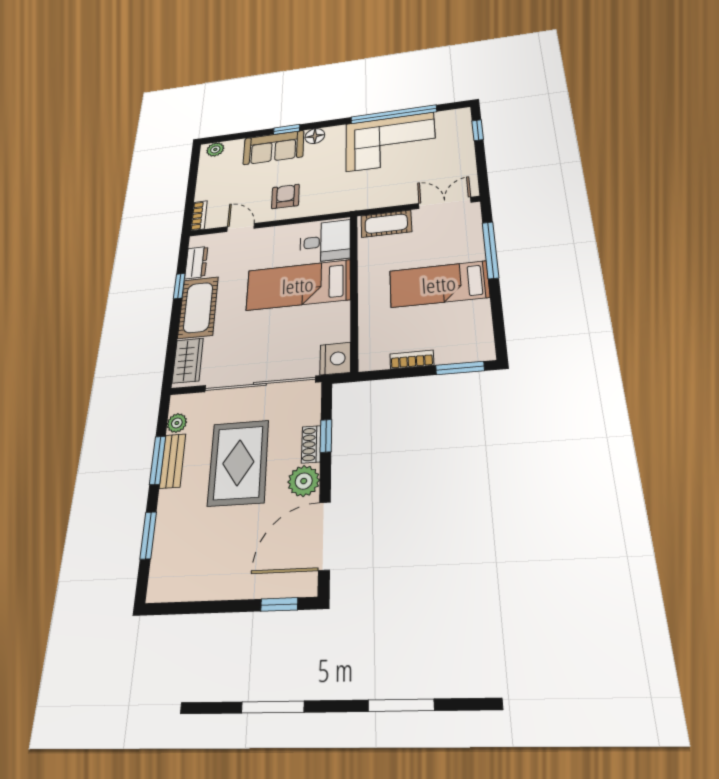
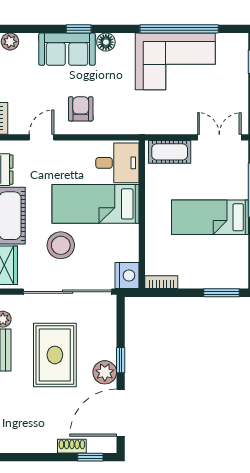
door: (241, 228) -> (42, 137), hinge flipped
stool: (255, 333) -> (61, 245), added
bookcase: (412, 360) -> (161, 282), moved
window: (326, 436) -> (121, 360), moved
shoe rack: (311, 444) -> (72, 446), moved, turned 90

